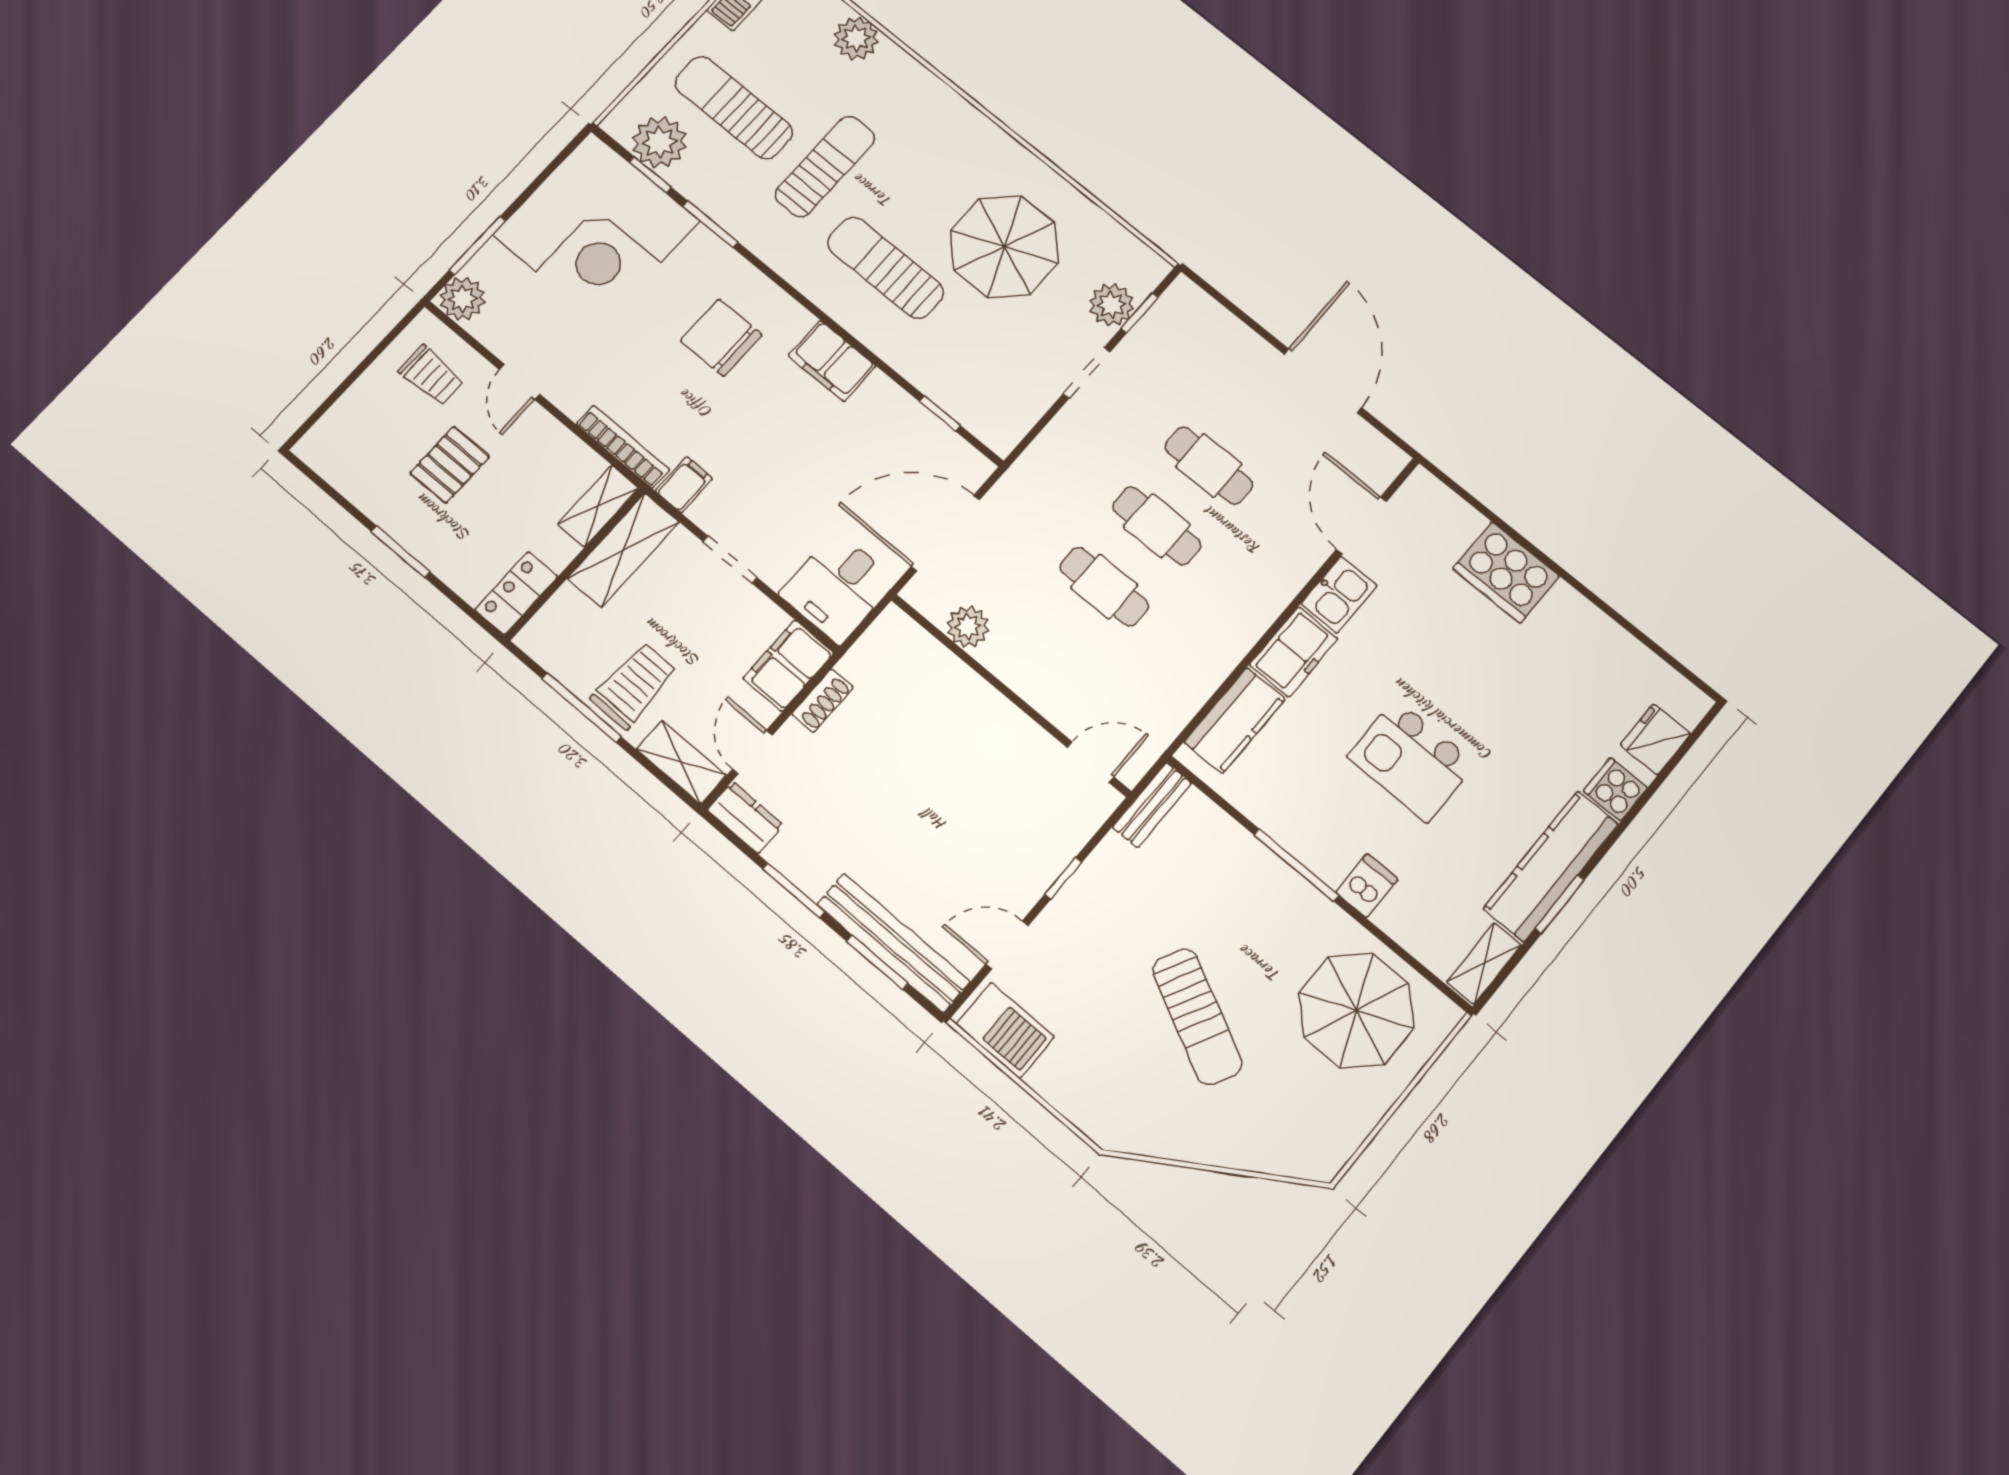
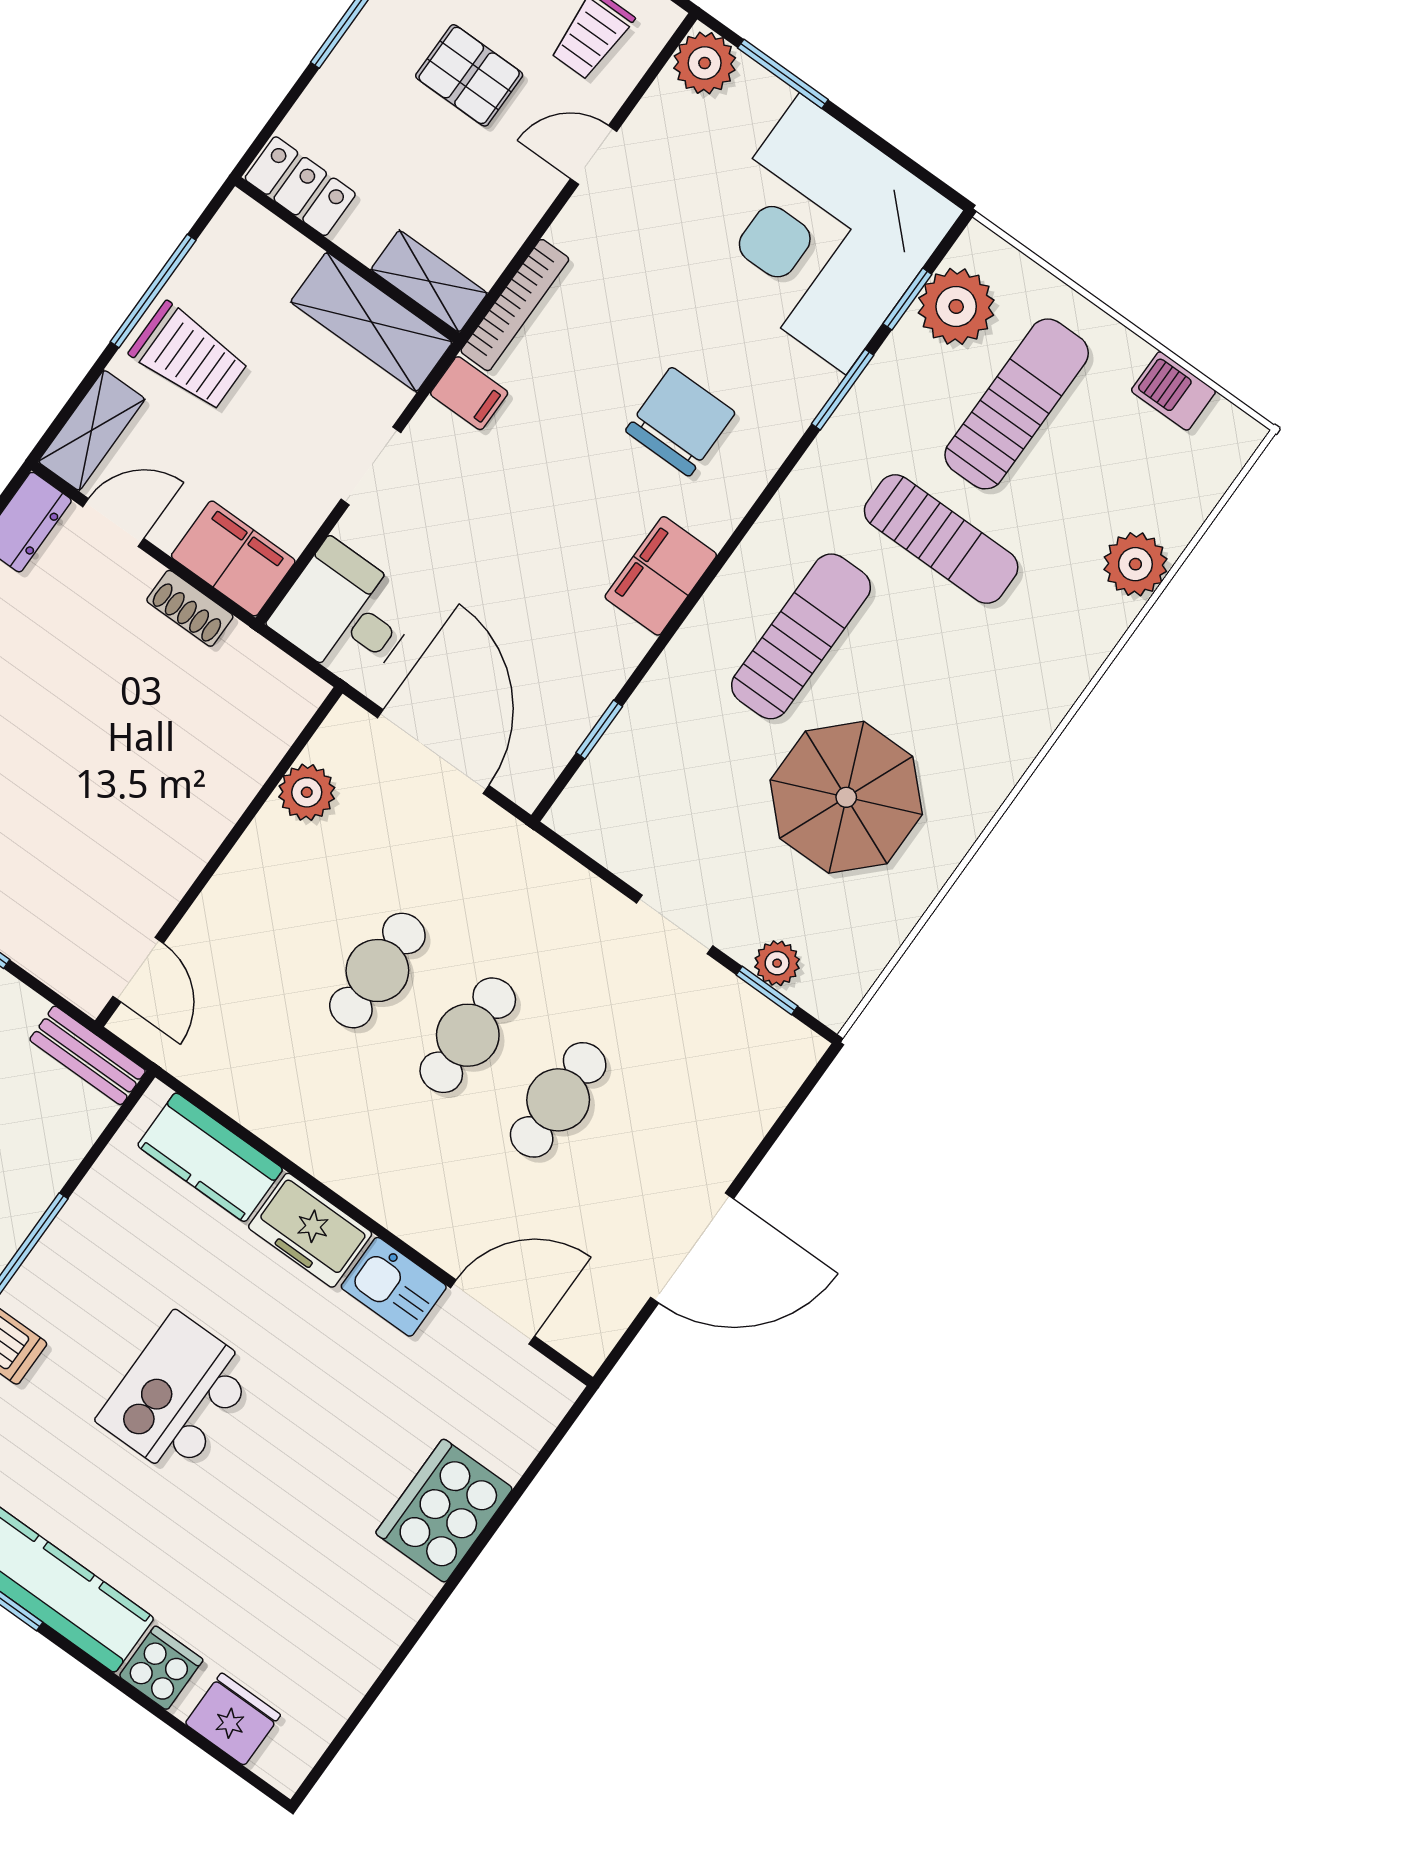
plant: (1112, 305) -> (777, 963), width x0.73, depth x0.73

